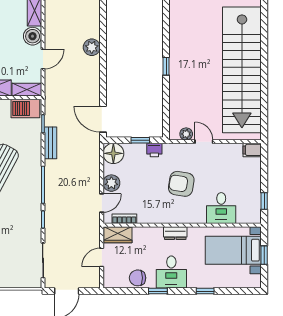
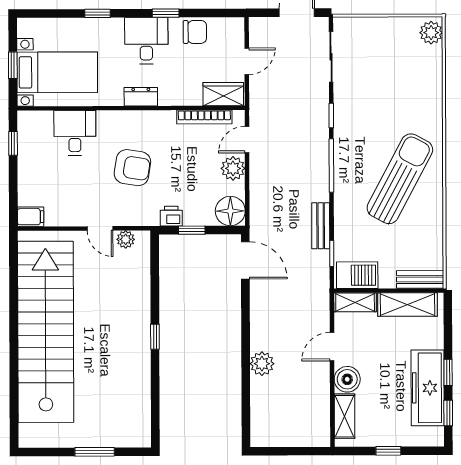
bookcase: (124, 219) -> (204, 117), width x1.56

